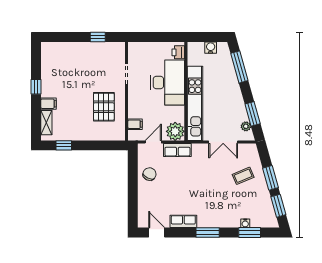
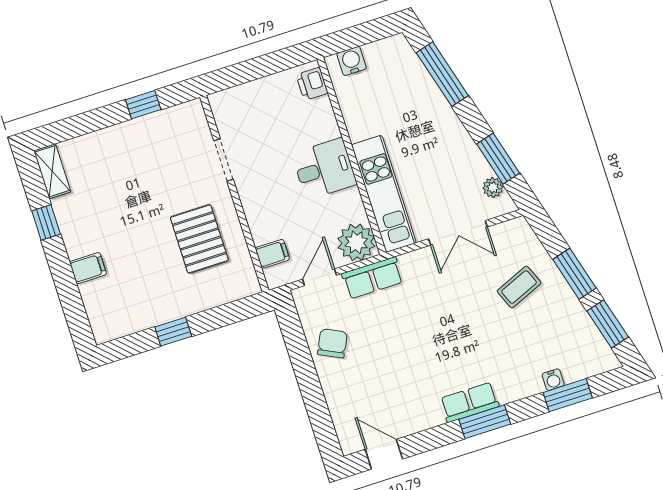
water cooler: (211, 48) -> (352, 61), moved
desk: (167, 83) -> (324, 169), width x0.53, depth x0.77
window: (36, 87) -> (46, 222), moved
kitchen unit: (195, 103) -> (384, 194), width x0.73
shelving: (46, 123) -> (52, 171), moved
window: (64, 145) -> (173, 332), moved
row of seats: (183, 221) -> (470, 402), moved

